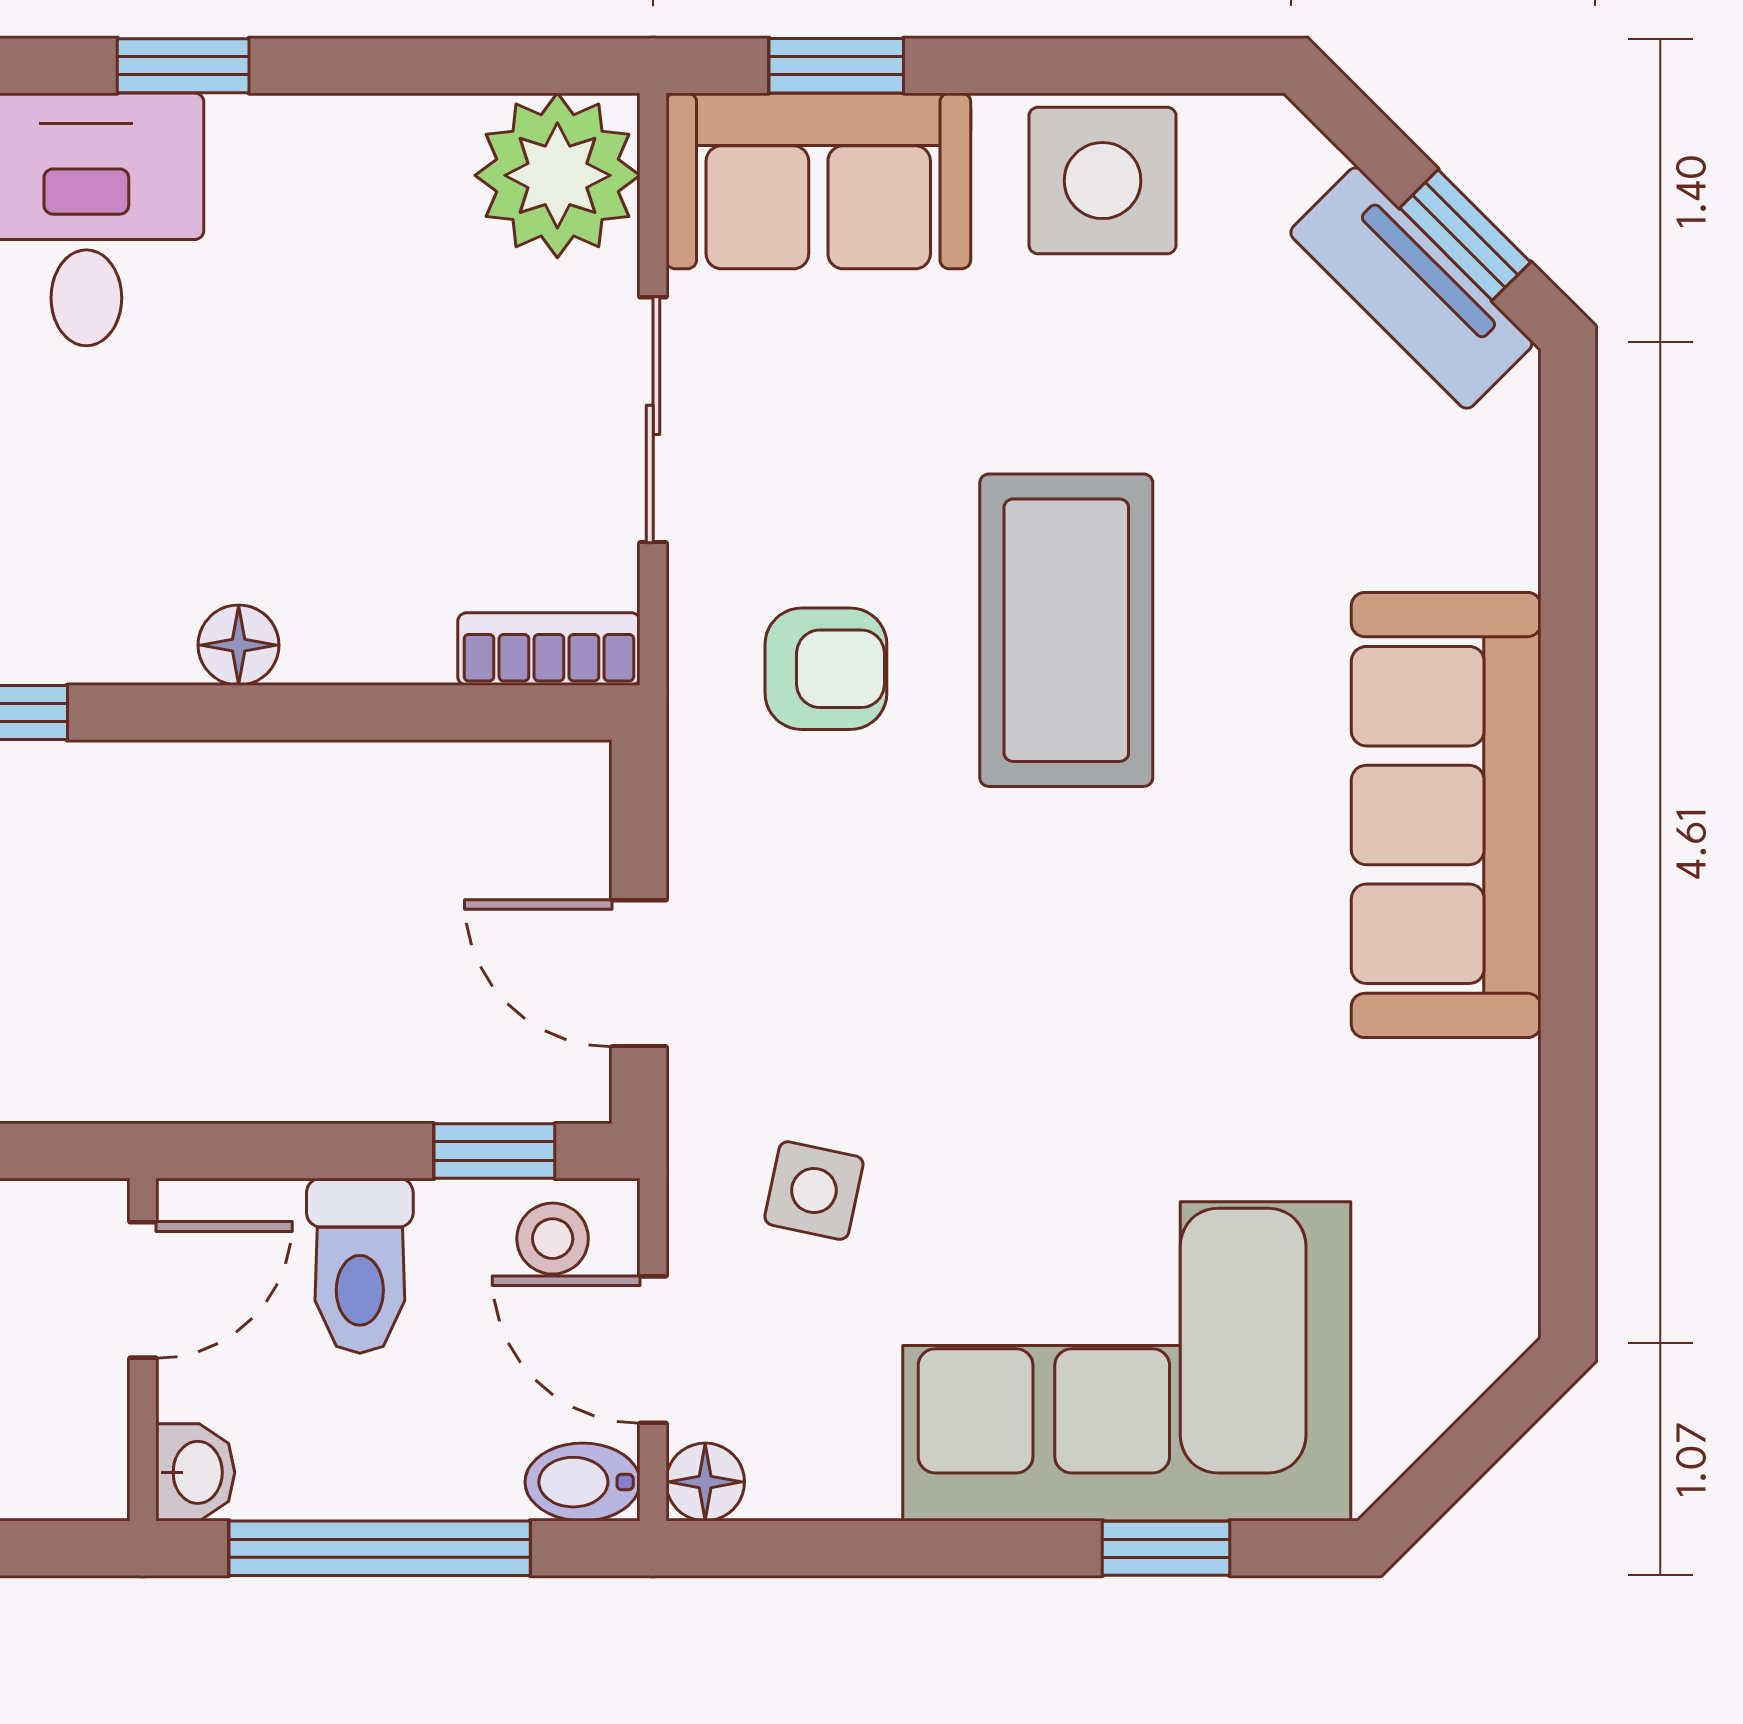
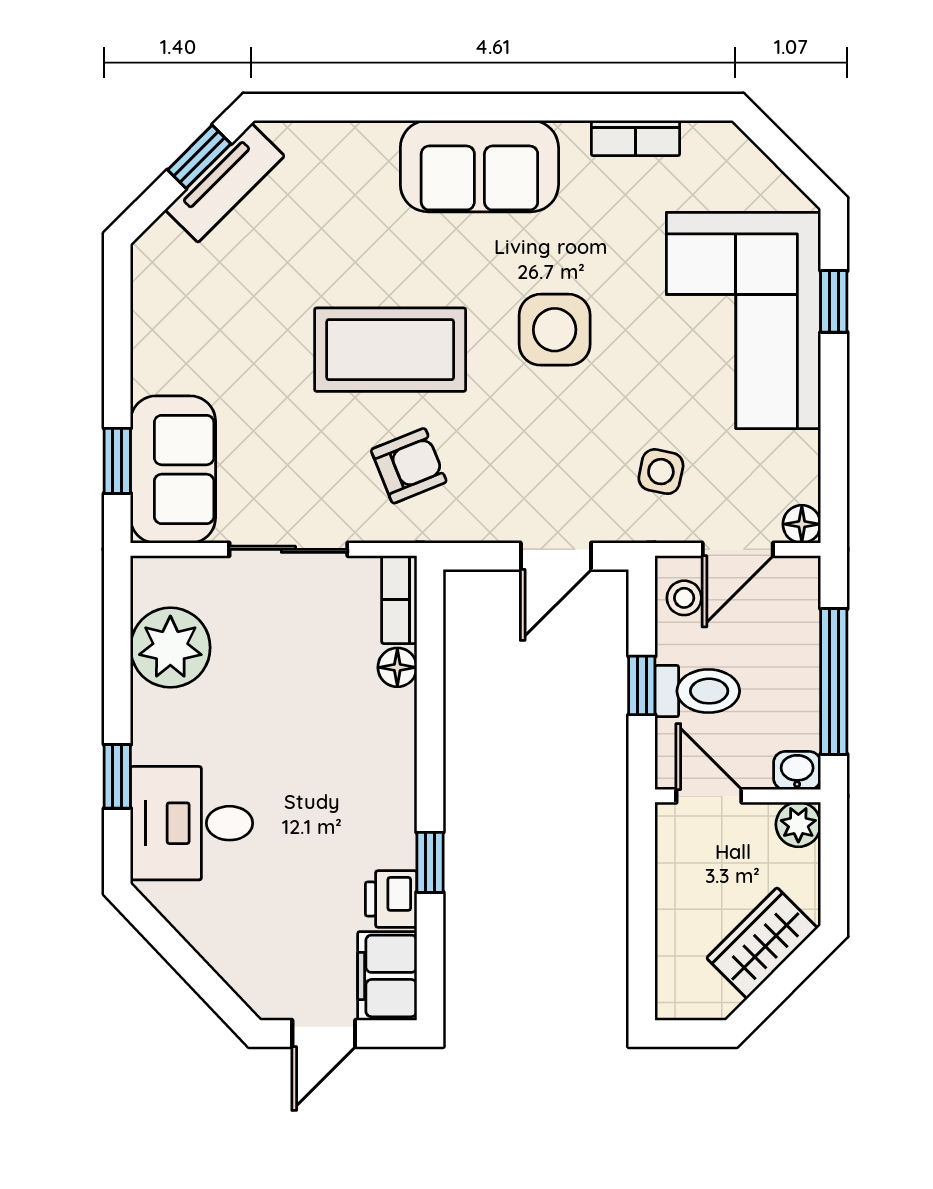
plant: (557, 175) -> (170, 648), moved
side table: (1103, 181) -> (555, 330), moved
floor lamp: (239, 645) -> (397, 667), moved
armchair: (826, 669) -> (409, 466), turned 68
sofa: (1446, 815) -> (479, 166), width x0.73
bookcase: (1504, 1138) -> (635, 138), added
window: (494, 1151) -> (642, 685), moved
plant: (84, 1475) -> (798, 824), added
bidet: (583, 1482) -> (802, 583), removed

